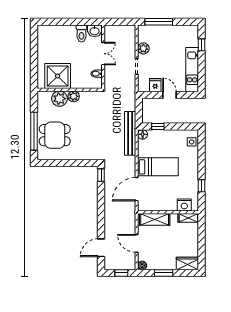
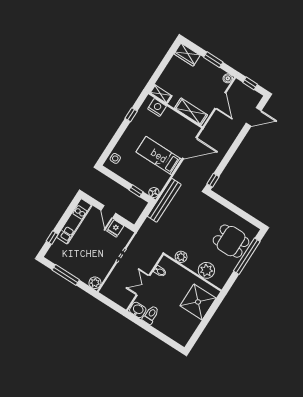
window: (159, 22) -> (66, 275), moved
plant: (143, 48) -> (95, 283), moved
shower: (58, 76) -> (198, 302), moved
plant: (74, 96) -> (181, 257), moved

